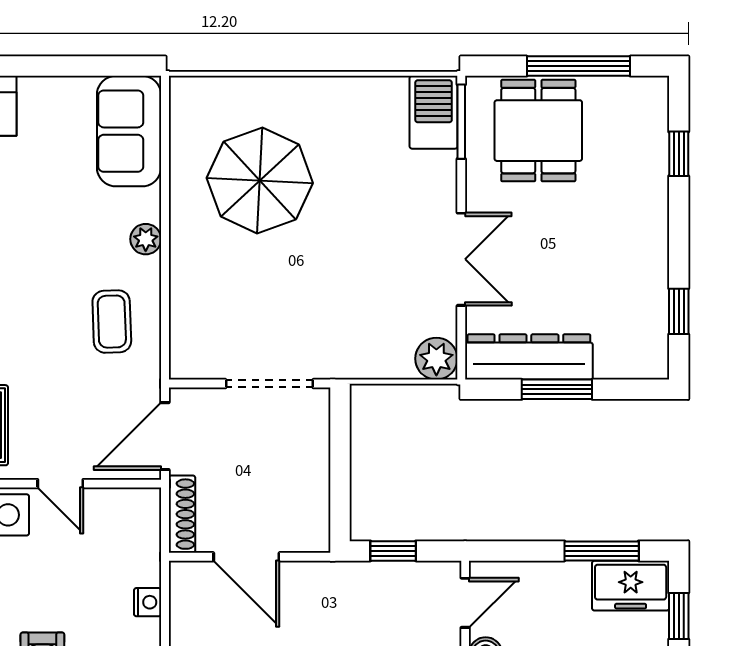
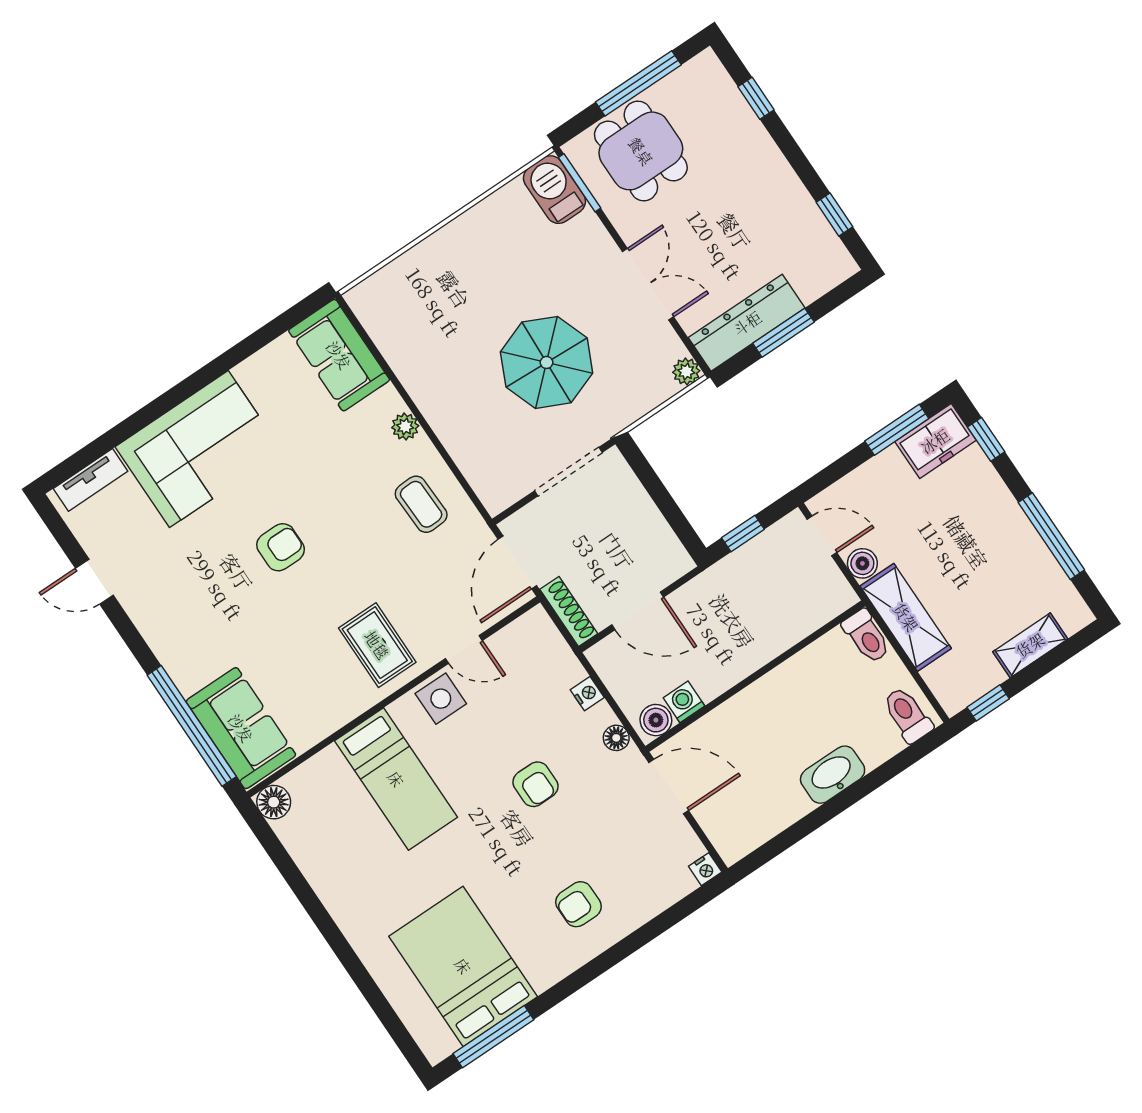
parasol: (260, 180) -> (547, 362), moved
plant: (436, 359) -> (686, 371), width x0.73, depth x0.73
door: (465, 603) -> (822, 536), hinge flipped

